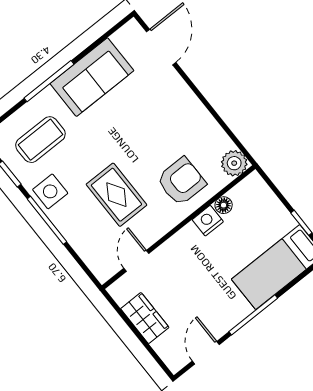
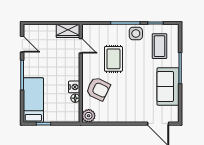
armchair: (181, 181) -> (98, 89), turned -64
rug: (116, 195) -> (113, 59), turned 90
wardrobe: (145, 318) -> (68, 31), moved

